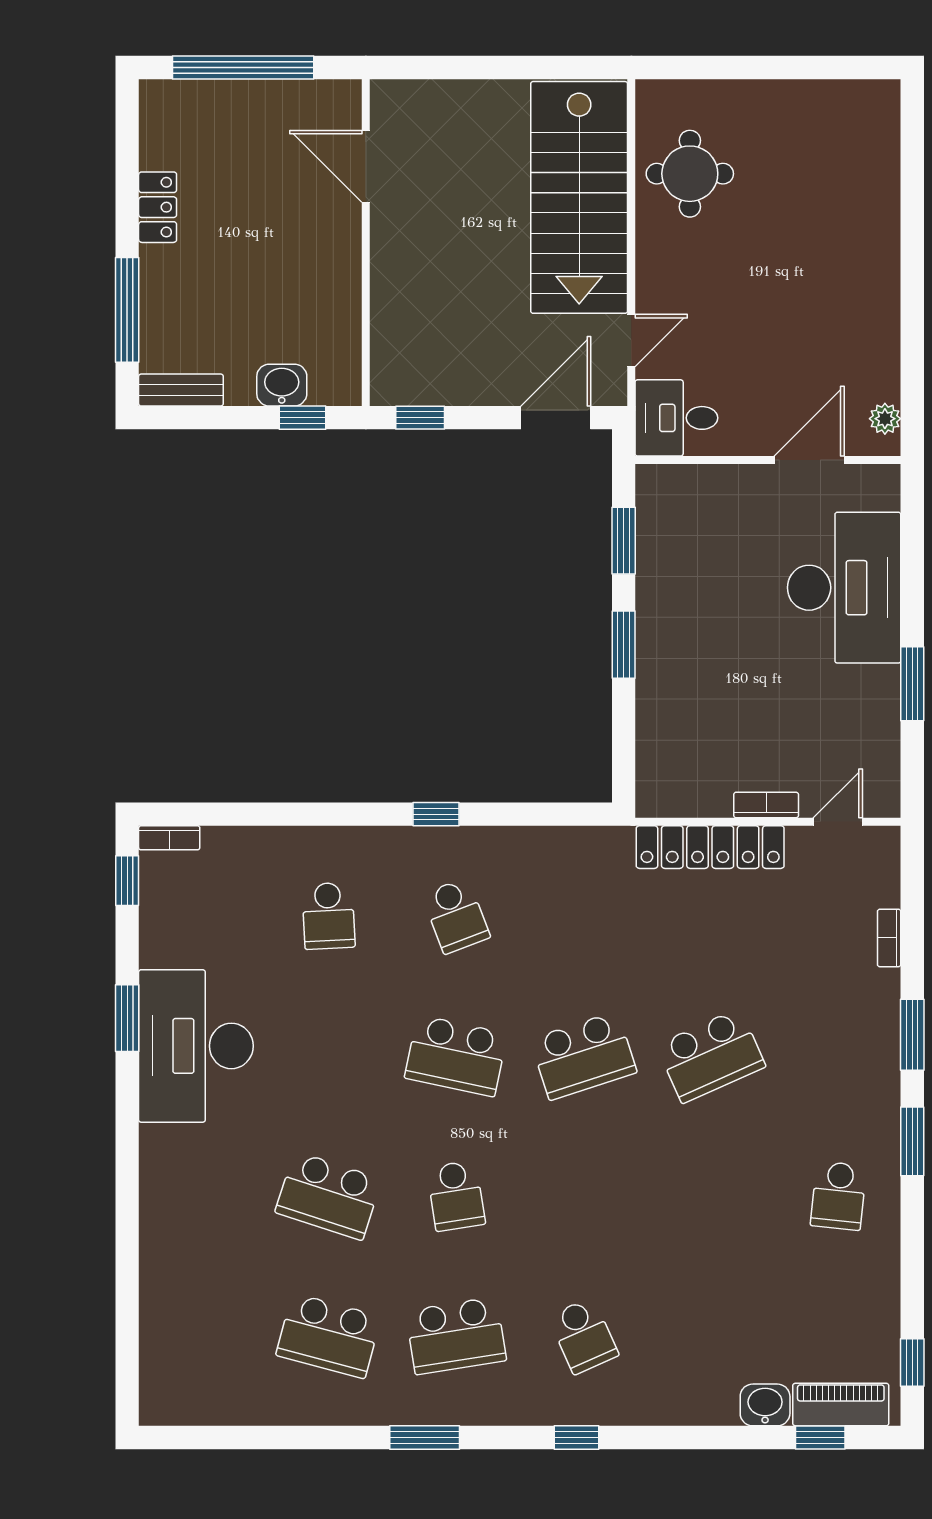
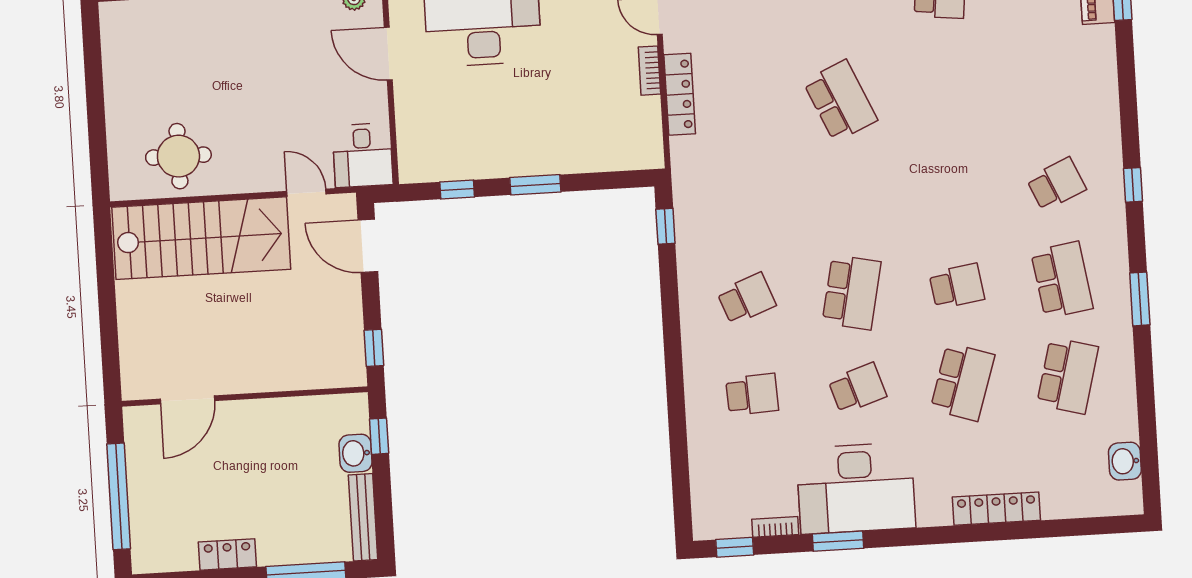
bench: (181, 390) -> (363, 517), width x1.36
window: (624, 541) -> (457, 189), width x0.67
window: (436, 814) -> (665, 226), moved
bookcase: (169, 838) -> (775, 527), moved, turned -90
locker: (710, 847) -> (680, 94), width x0.71, depth x0.83
school desk: (583, 1056) -> (857, 388), moved, width x0.54
locker: (158, 1231) -> (996, 509), added
washbasin: (765, 1405) -> (1125, 461), moved

